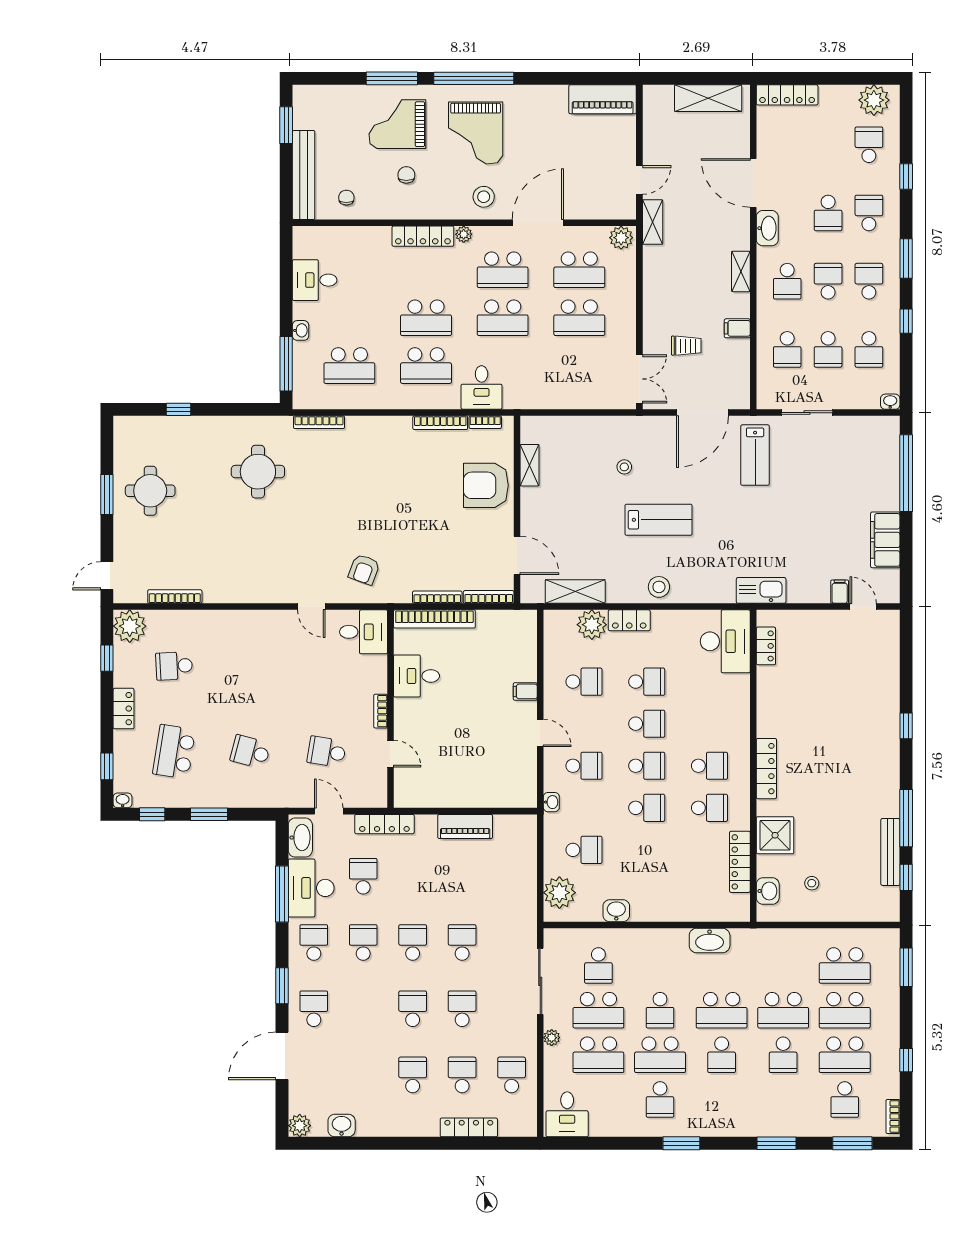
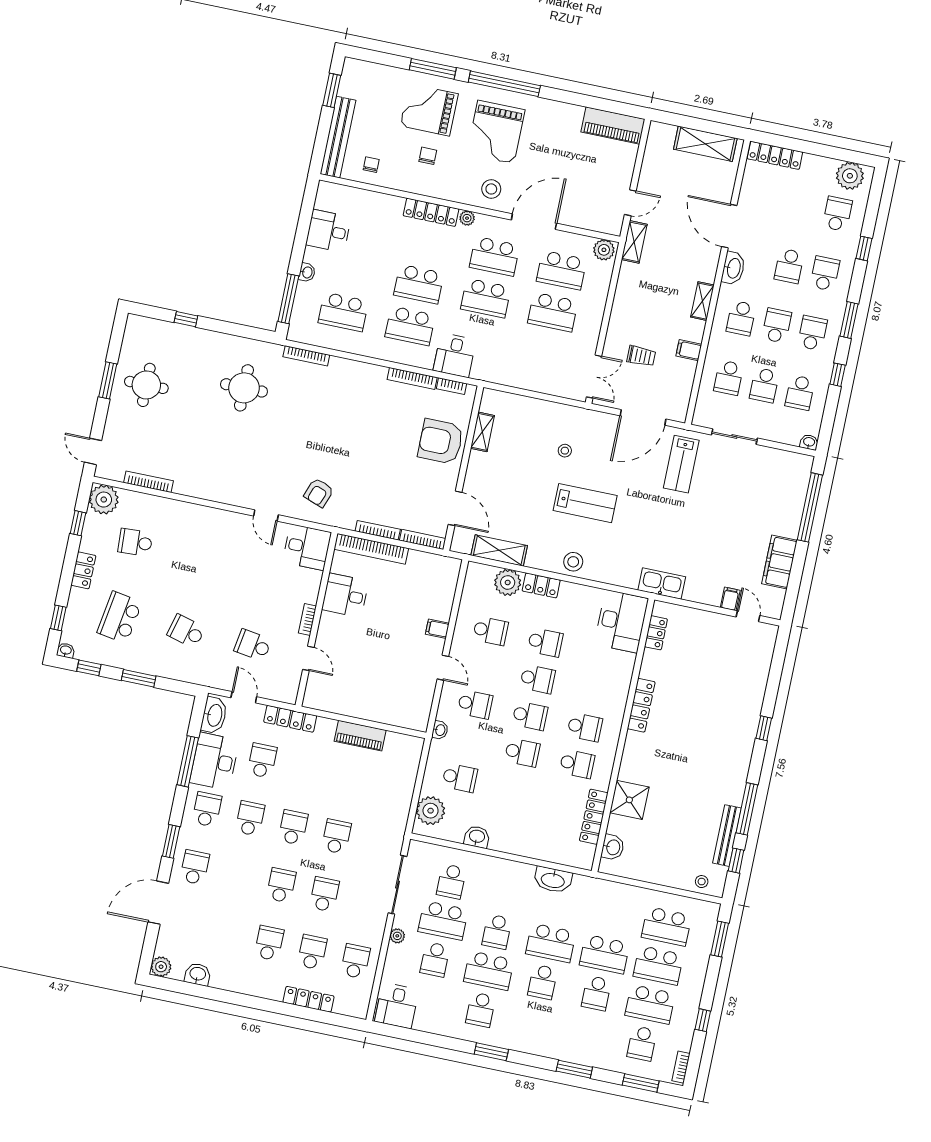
door: (107, 576) -> (93, 451), hinge flipped
locker: (766, 769) -> (641, 705), moved
stool: (812, 883) -> (702, 882), moved
school desk: (598, 1055) -> (435, 959), width x0.54

